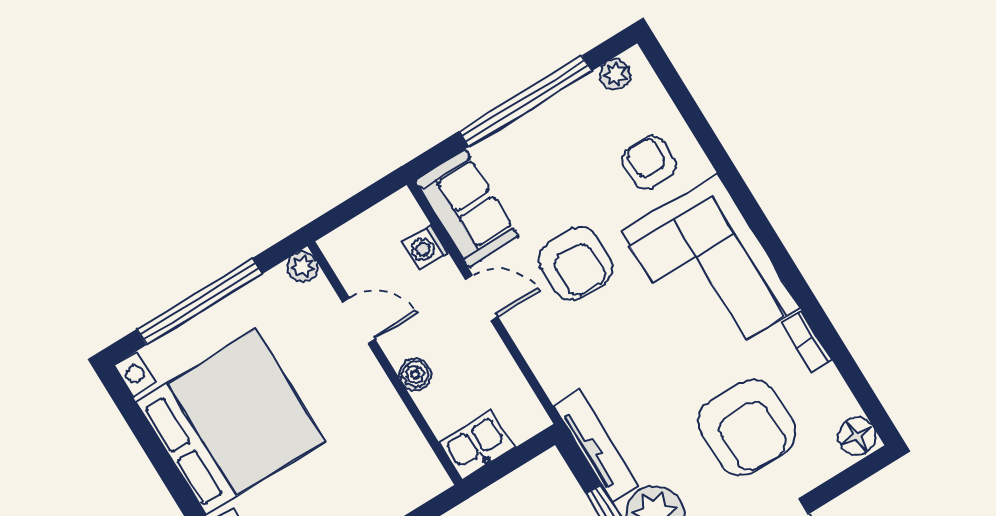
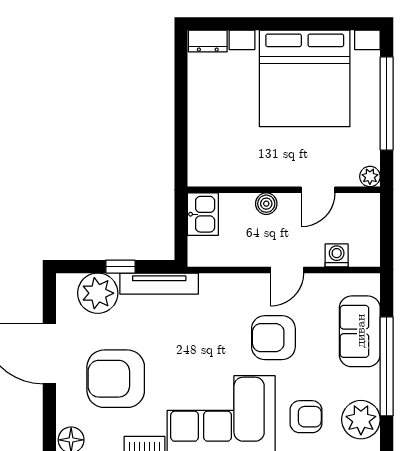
plant: (615, 74) -> (361, 420), width x1.88, depth x1.88
sofa: (467, 208) -> (360, 331), moved, turned 90

